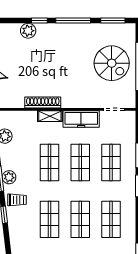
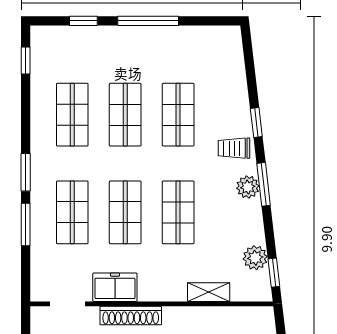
shoe rack: (43, 102) -> (131, 316), moved
shelving: (50, 116) -> (209, 292), moved
freezer: (81, 119) -> (115, 287), width x0.71

